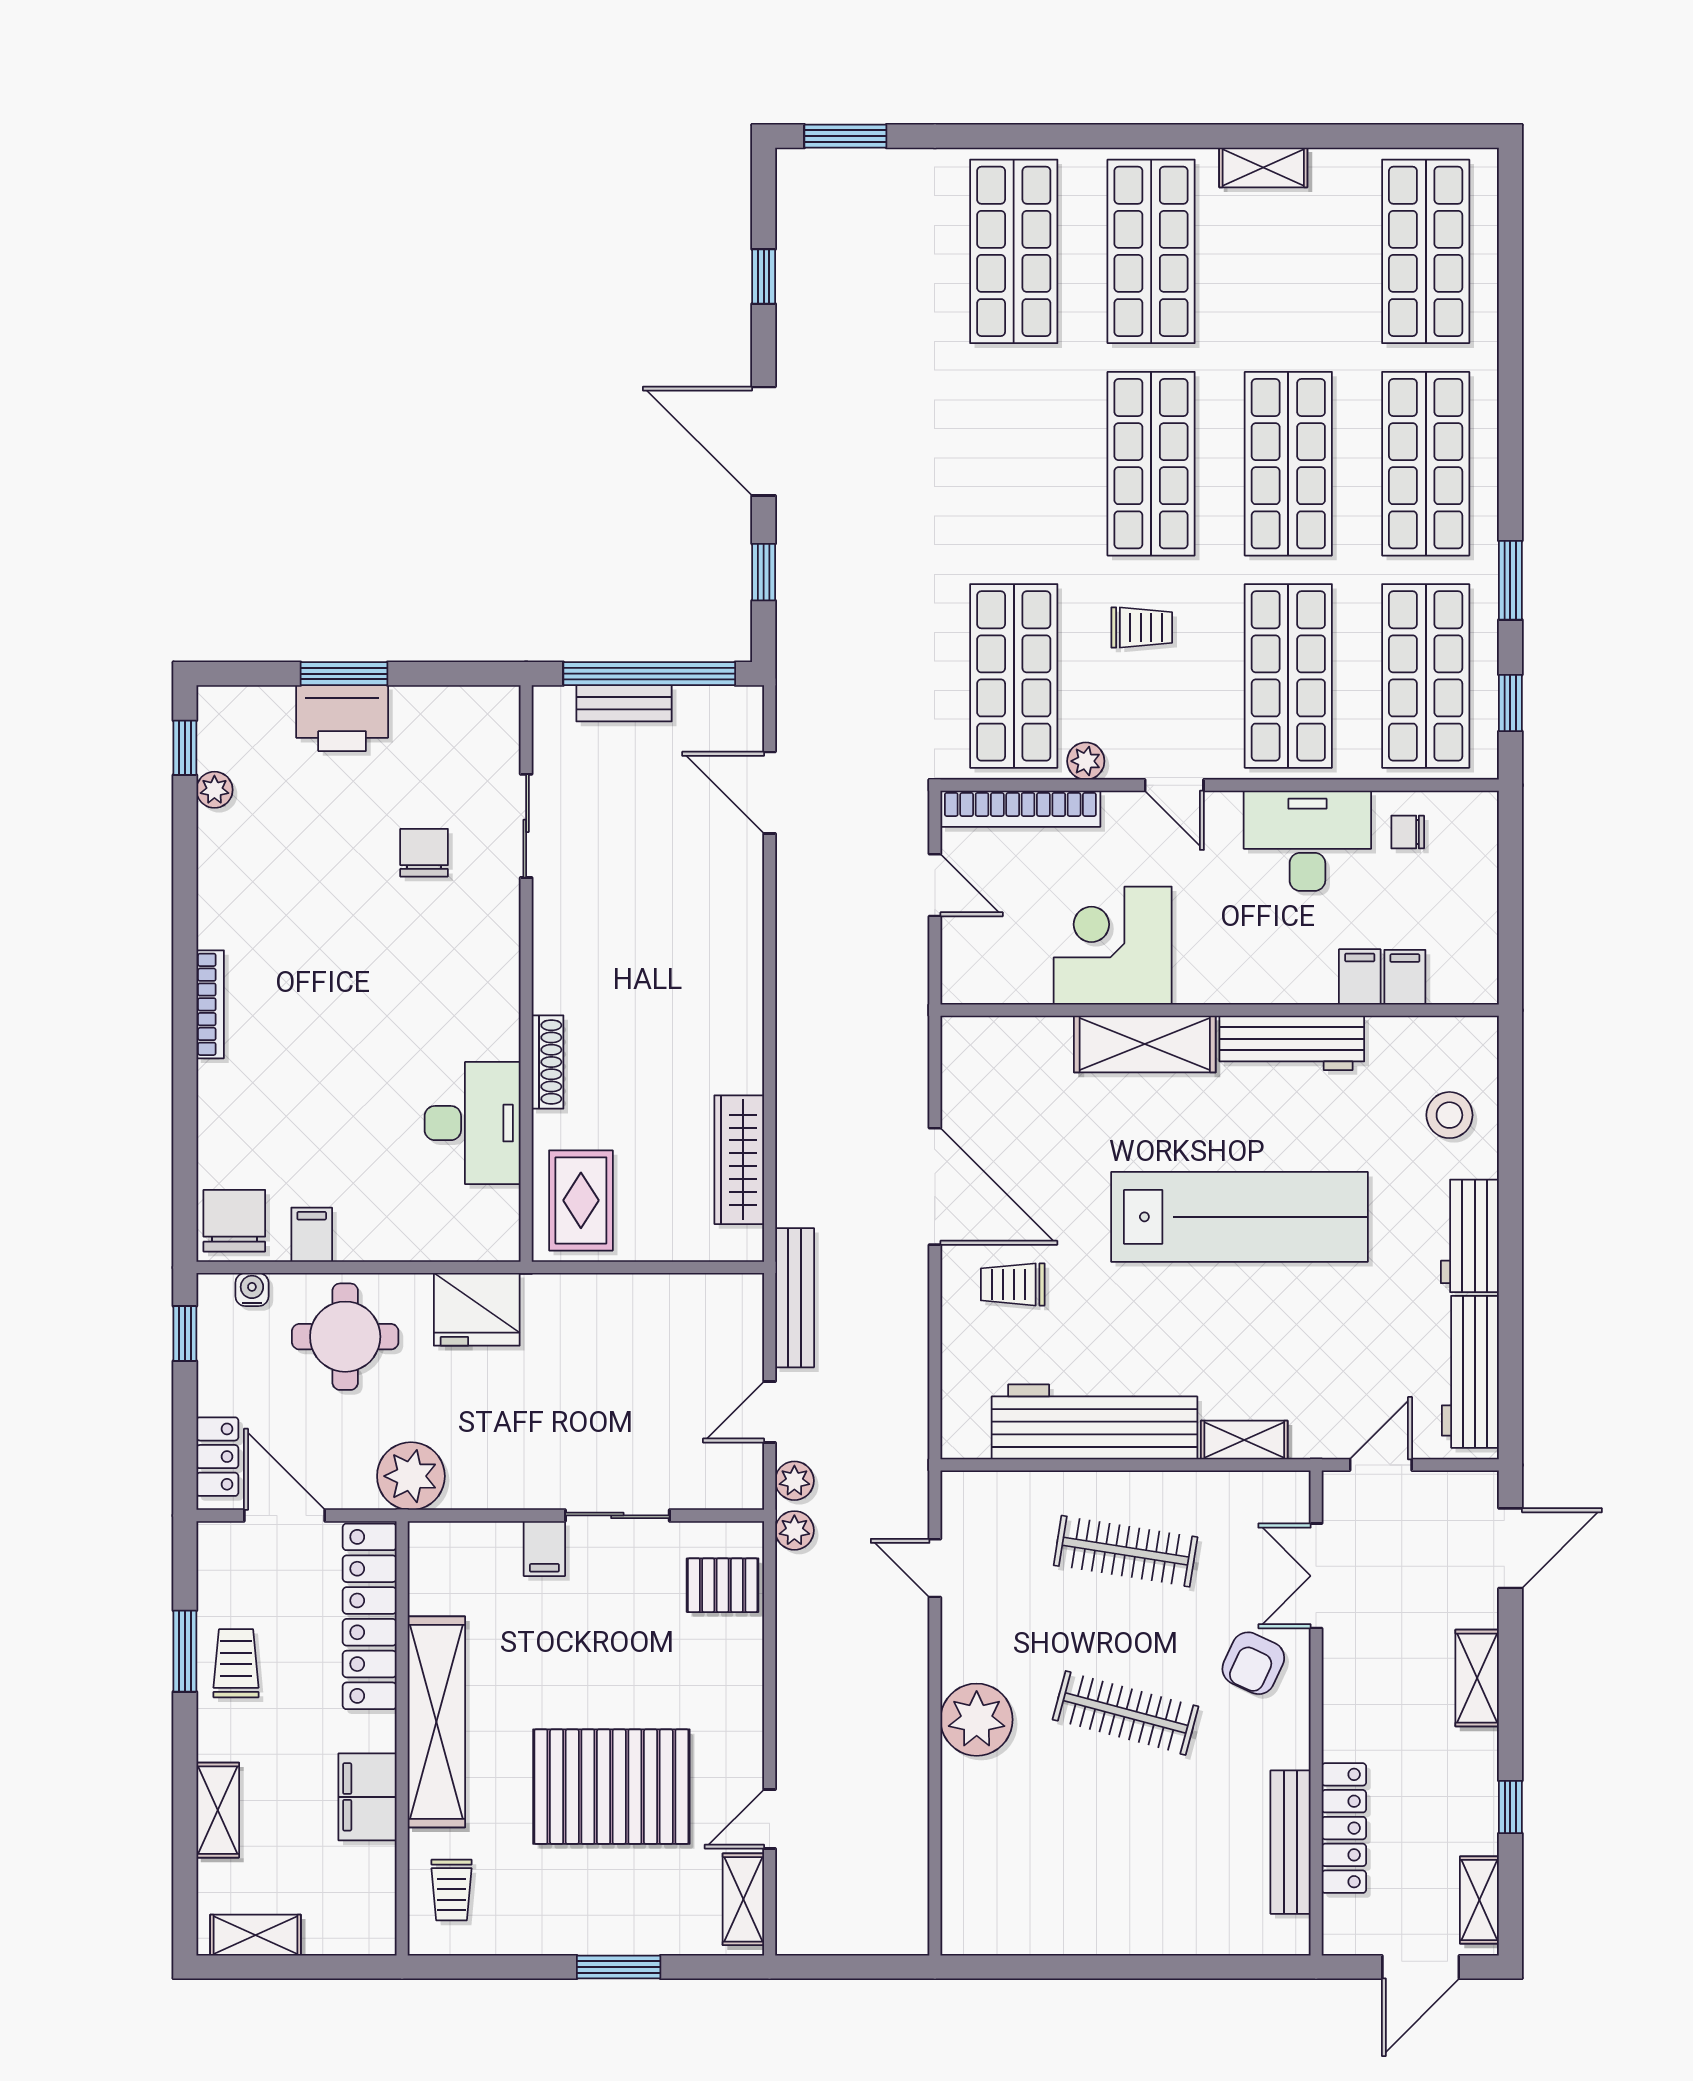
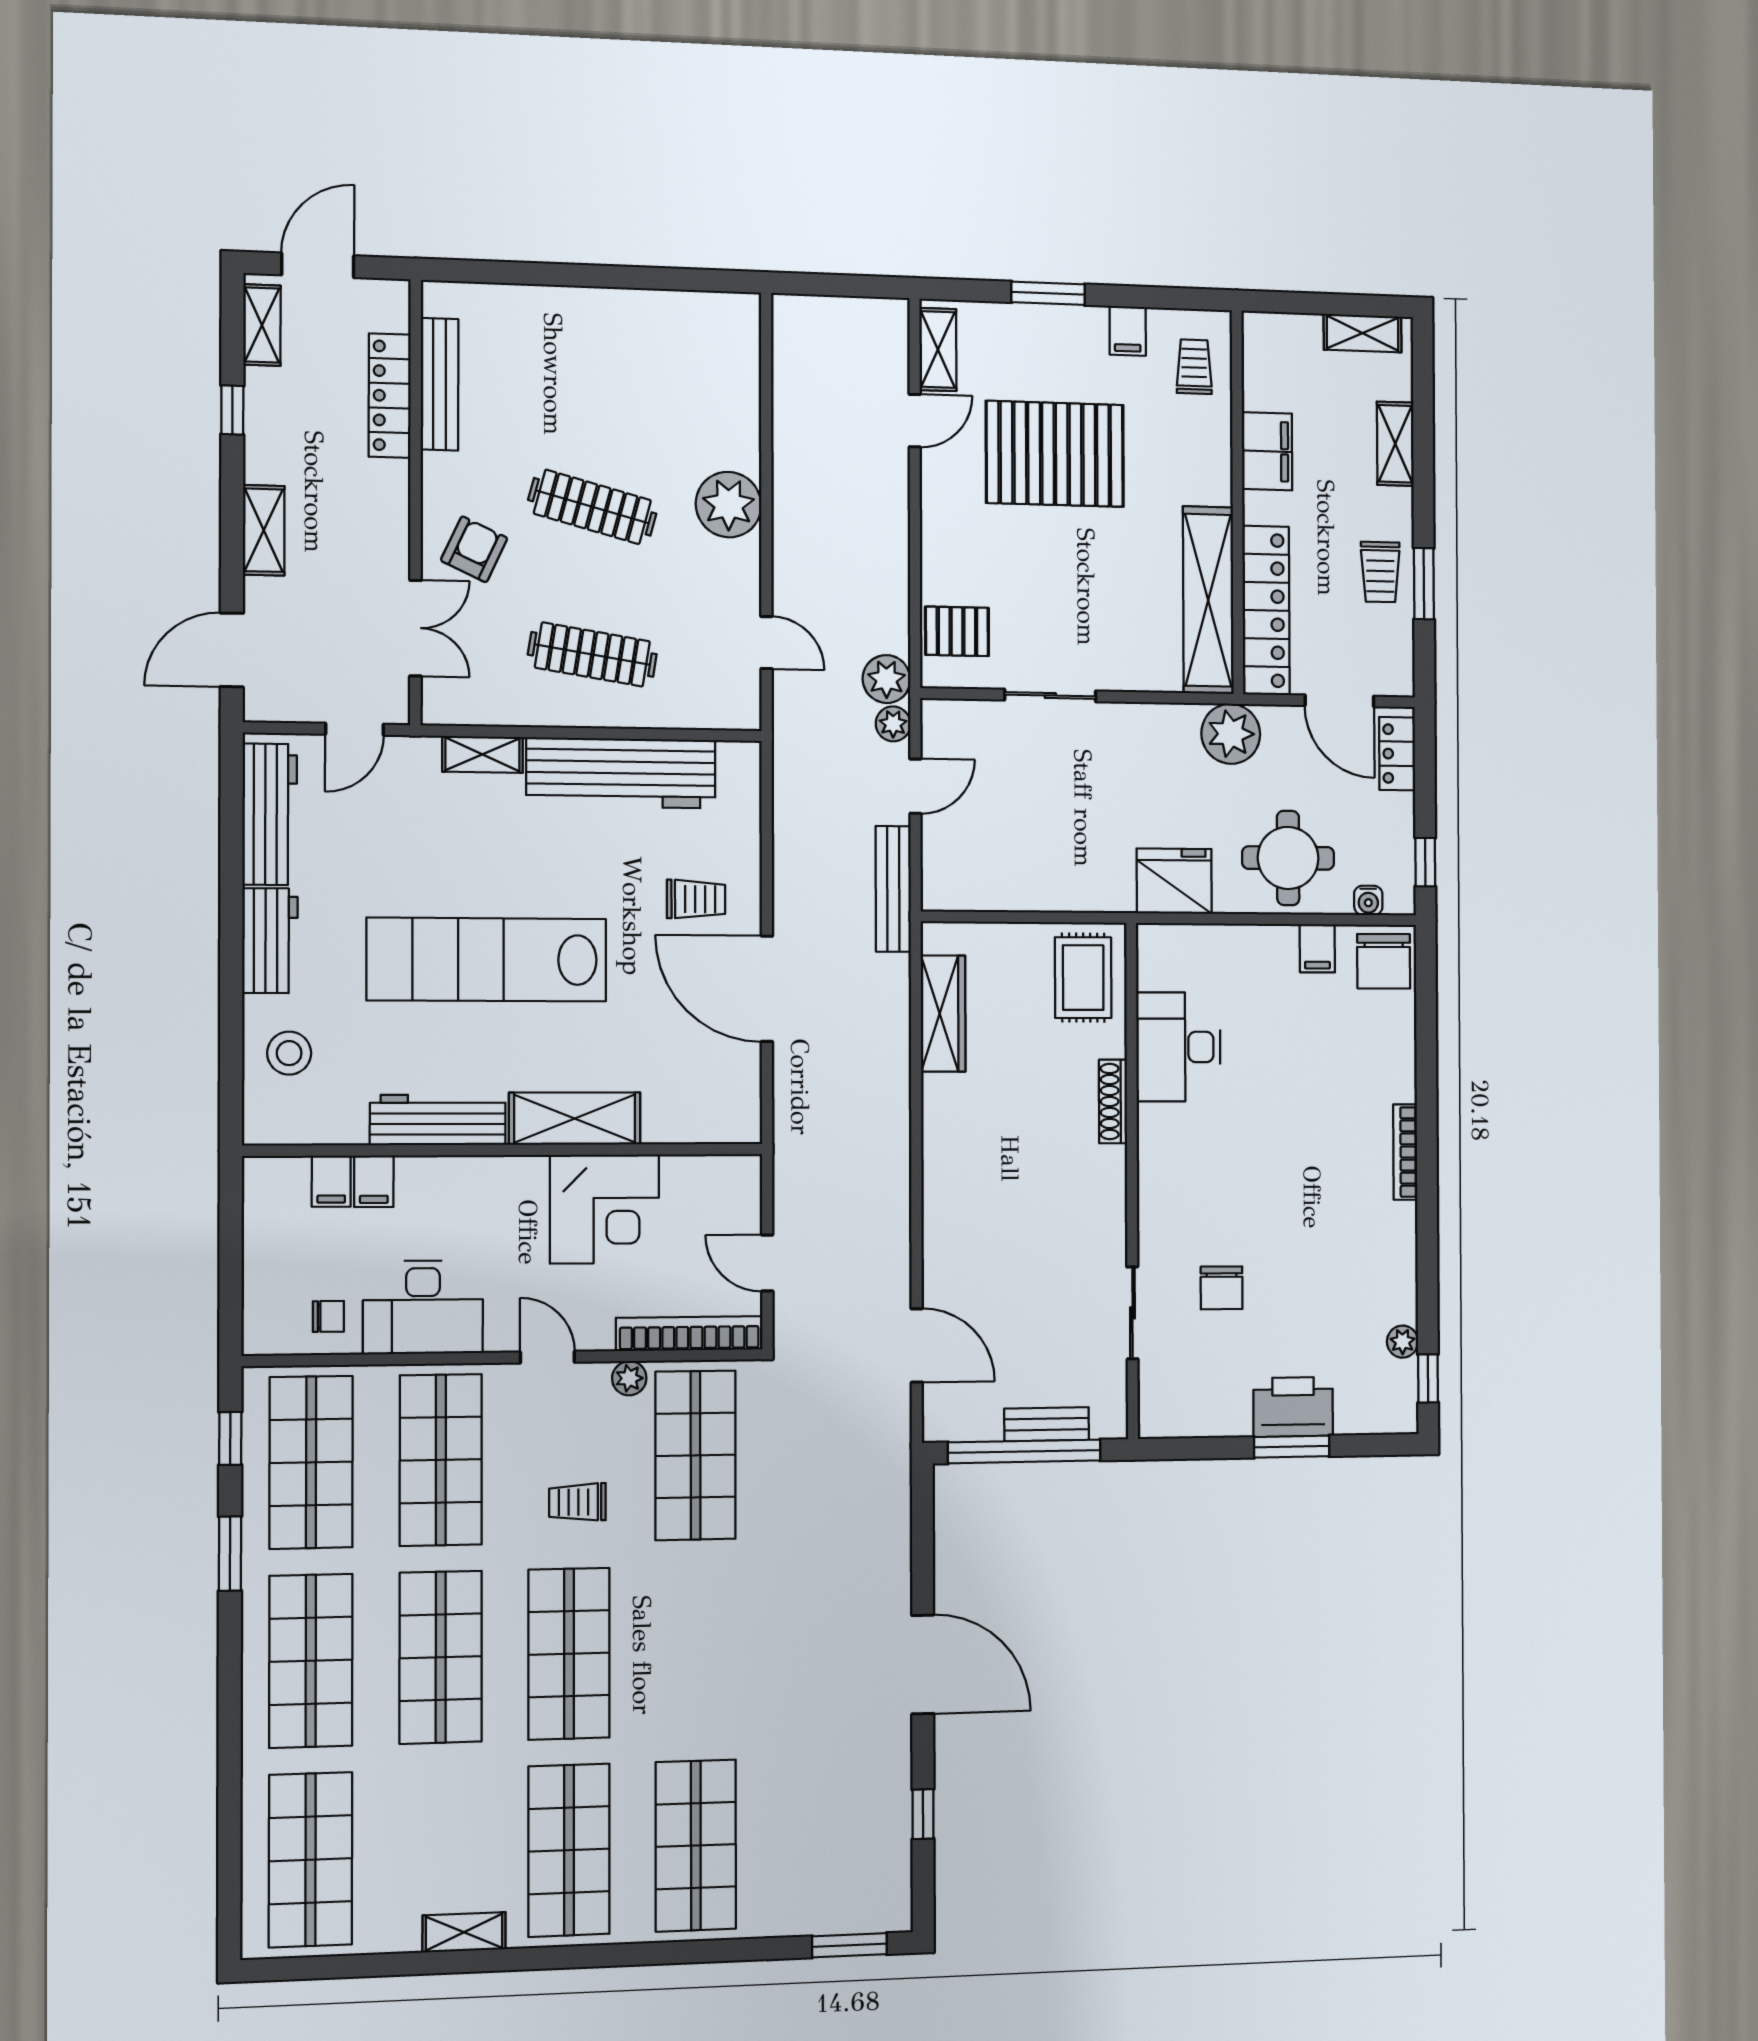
window: (764, 572) -> (922, 1545), removed
plant: (794, 1530) -> (887, 679), width x1.38, depth x1.38
filing cabinet: (544, 1549) -> (1128, 331), moved, turned 180
shelving: (436, 1722) -> (1208, 600), moved

